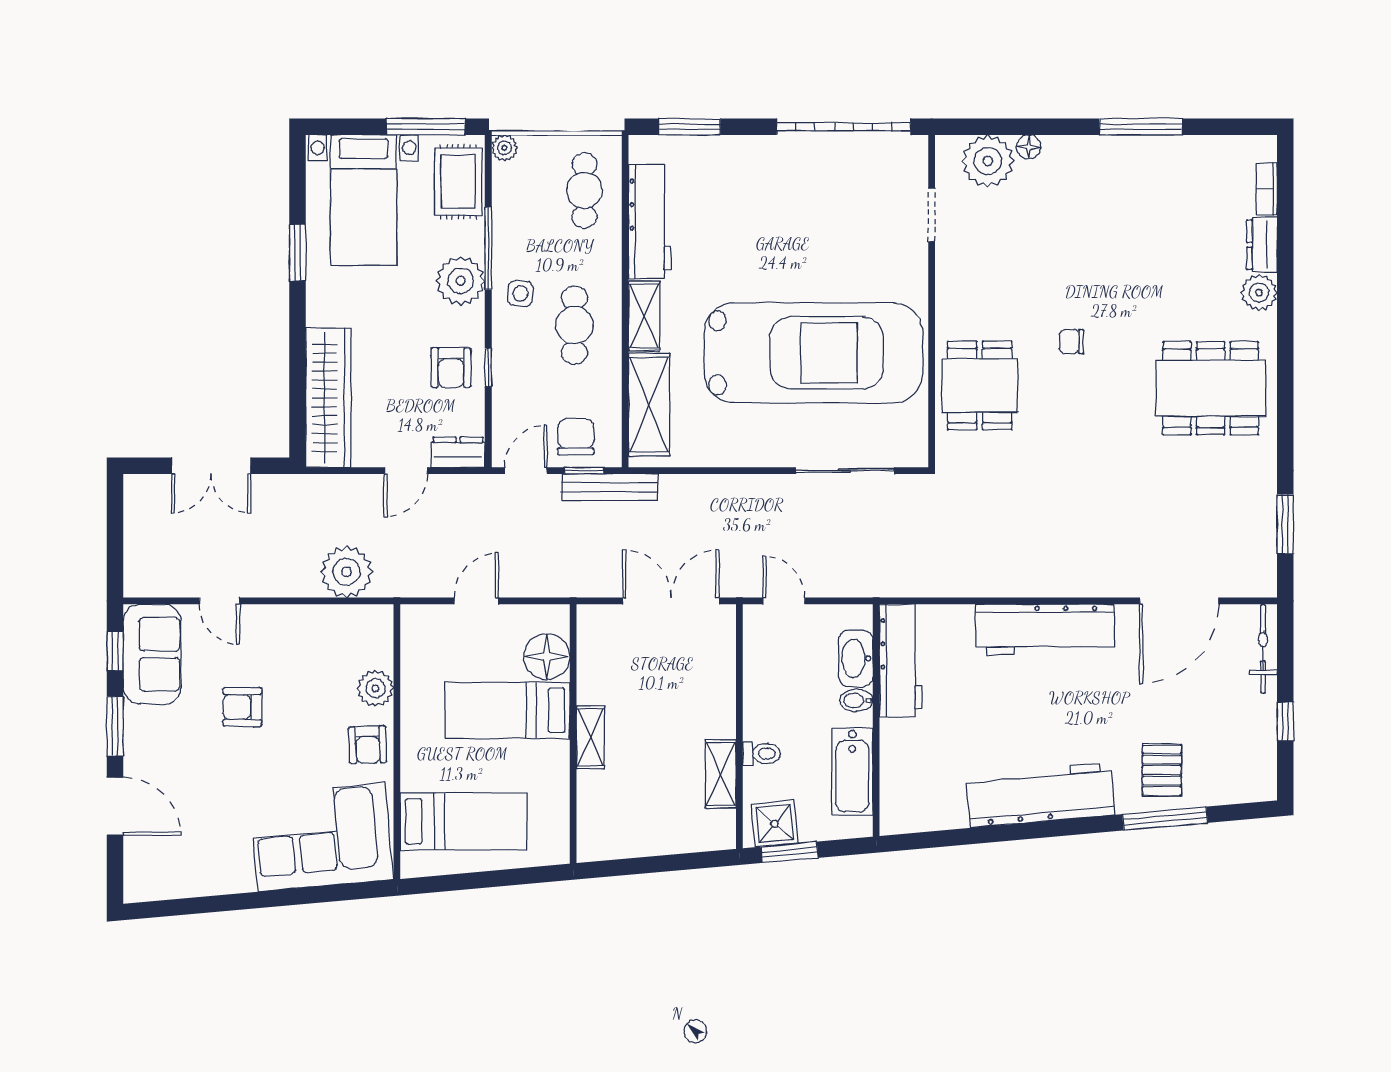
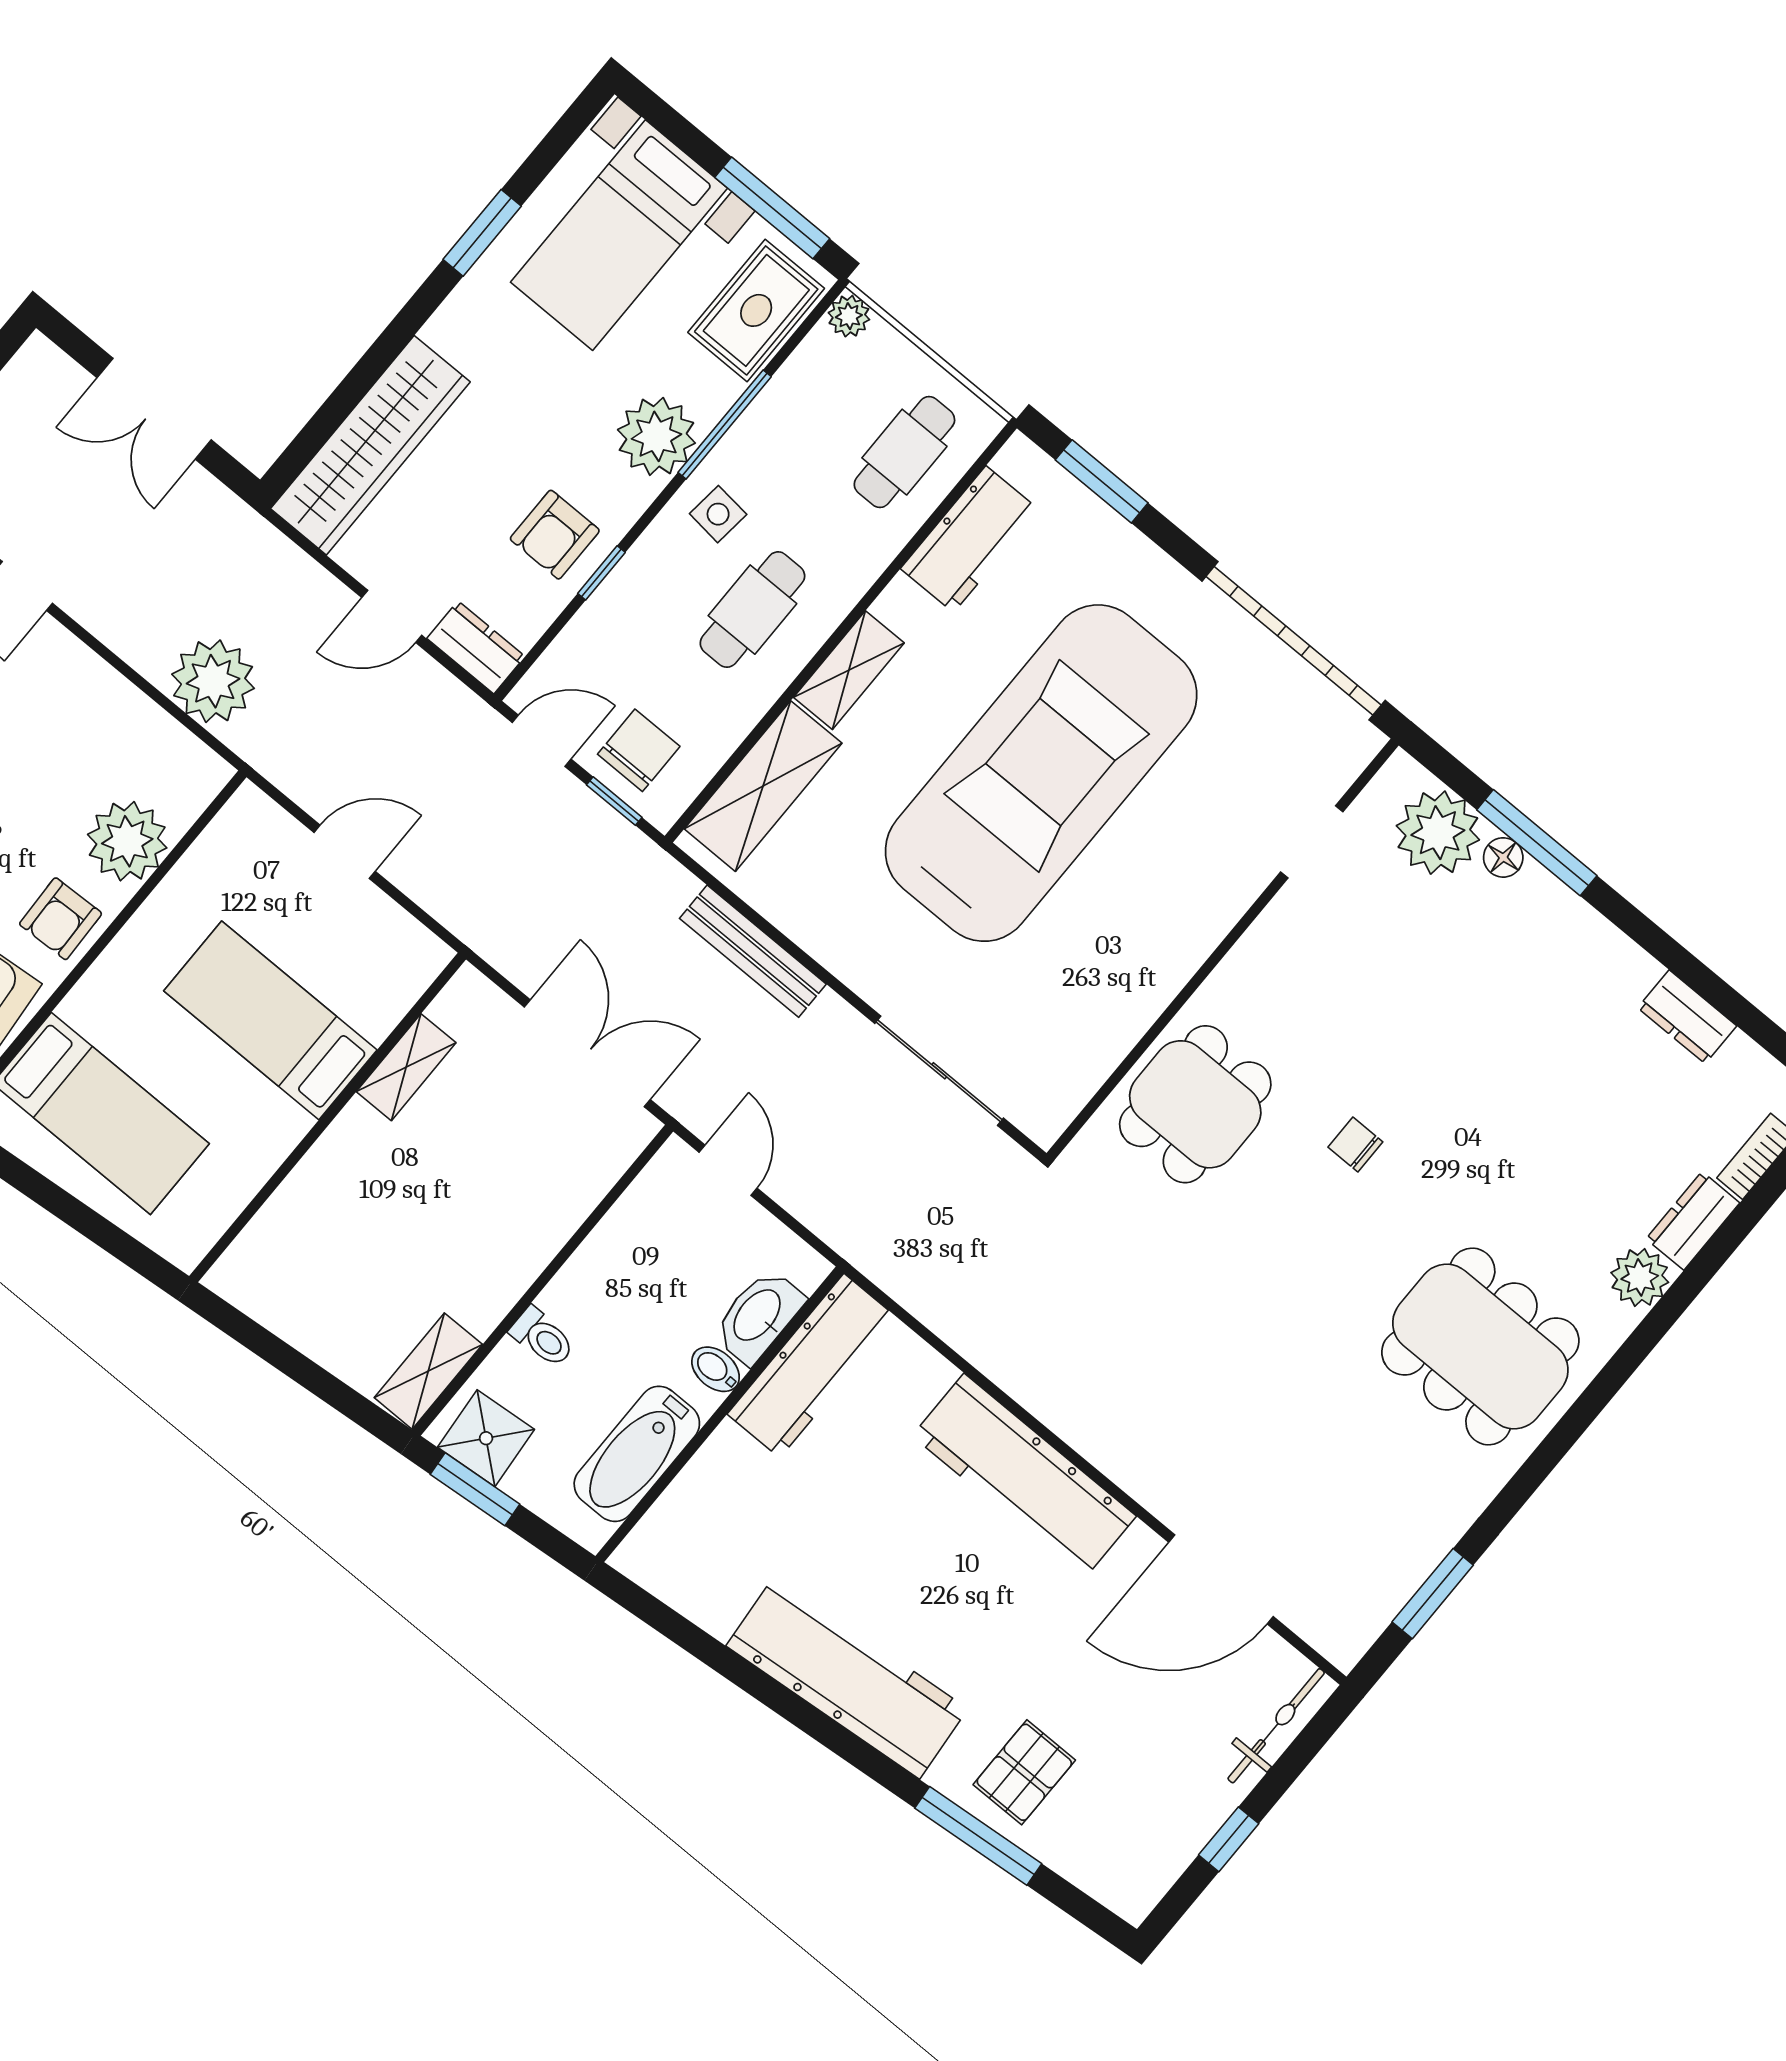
window: (1141, 127) -> (1537, 843), moved
dresser: (1179, 150) -> (1687, 1017), added
workbench: (650, 222) -> (970, 539), width x0.73
car: (814, 353) -> (1041, 773), moved, turned -90
bench: (610, 487) -> (753, 951), moved
floor lamp: (547, 657) -> (375, 994), removed
plant: (375, 688) -> (127, 841), width x1.36, depth x1.36
shelving: (590, 737) -> (406, 1067), moved
shelving: (721, 774) -> (428, 1371), moved

